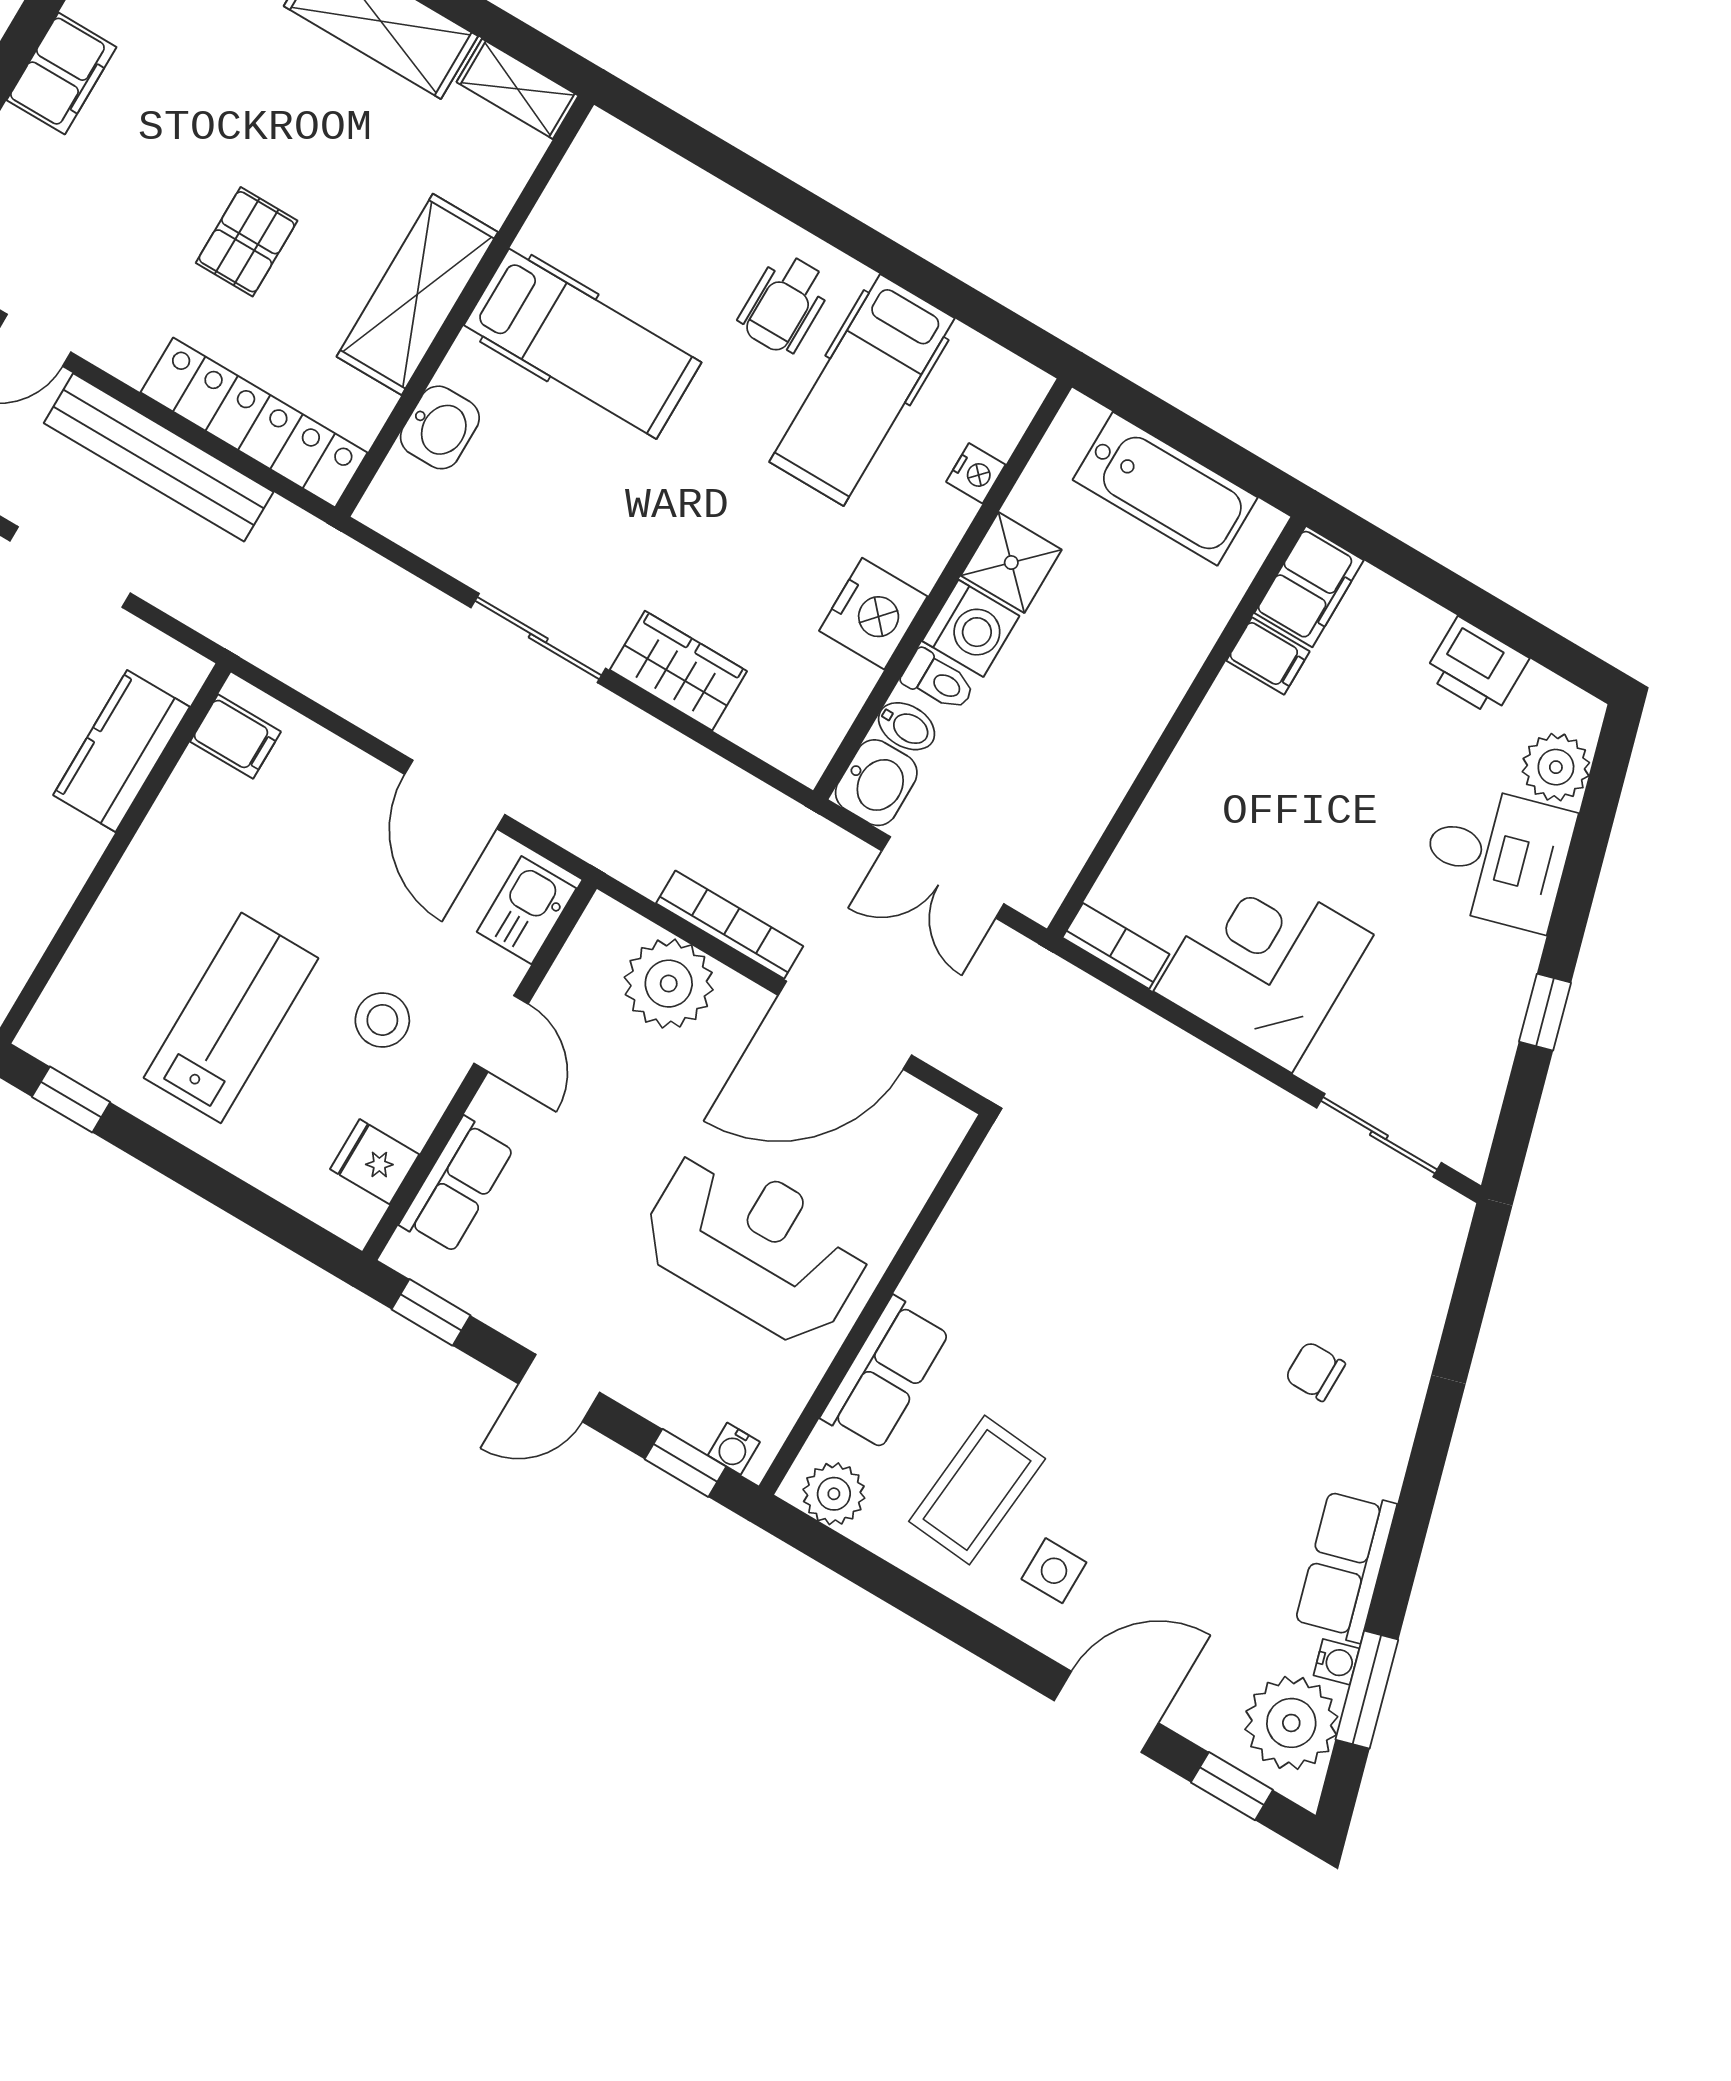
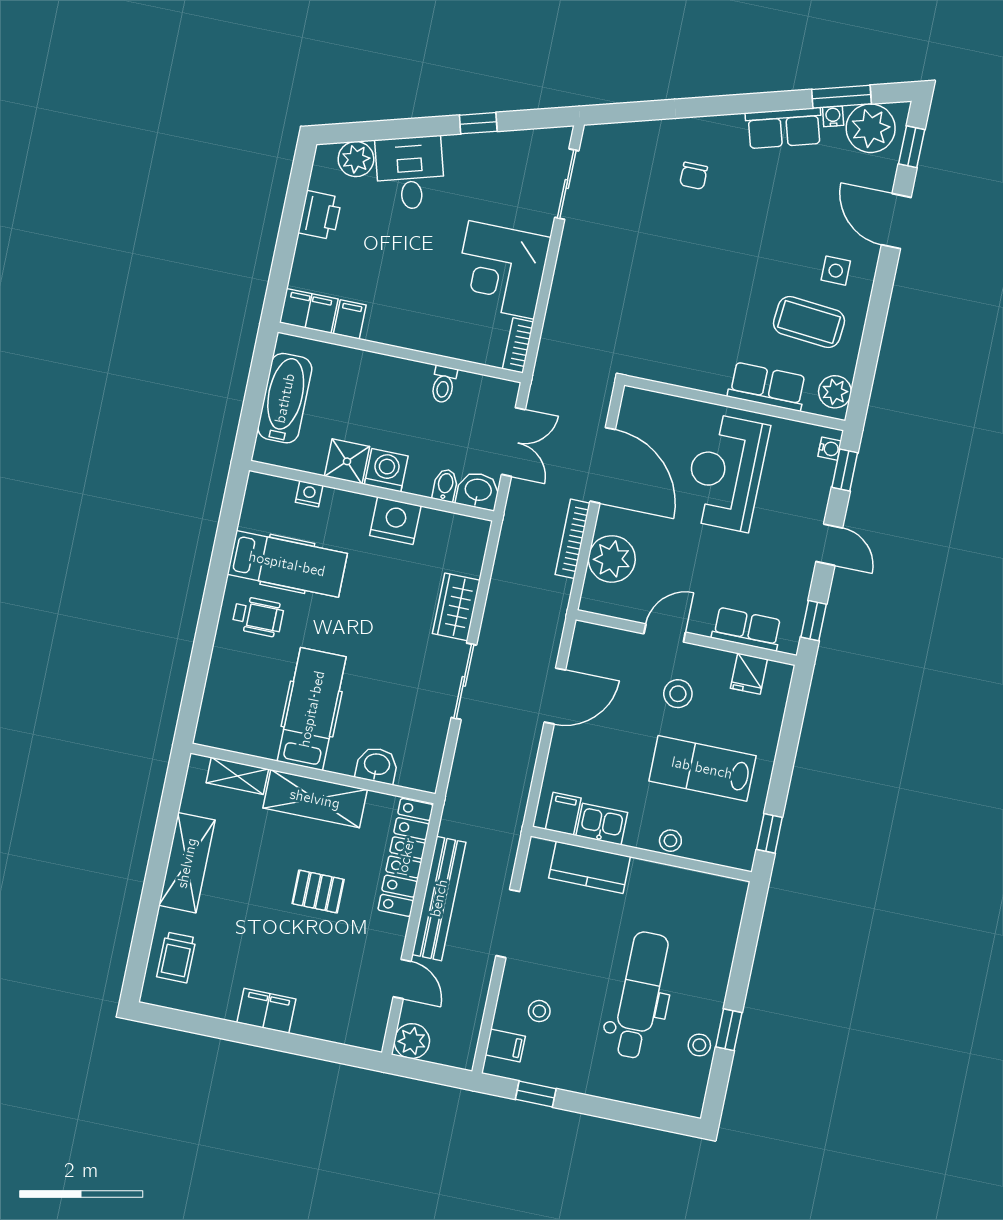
shelving: (518, 89) -> (237, 776), moved, turned 90
toilet: (938, 681) -> (444, 384), moved, turned 180
kitchen sink: (527, 910) -> (602, 824), moved, turned 180
stool: (120, 915) -> (670, 841), added

